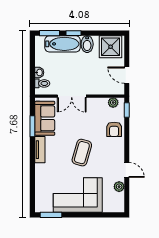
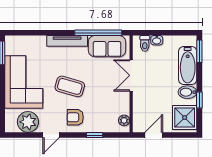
window: (74, 33) -> (199, 100), moved
window: (127, 110) -> (95, 135), moved
window: (32, 126) -> (98, 33), width x2.11
armchair: (114, 129) -> (75, 117), moved
tv unit: (40, 150) -> (67, 41), width x1.41
plant: (119, 187) -> (28, 122), width x1.88, depth x1.88

